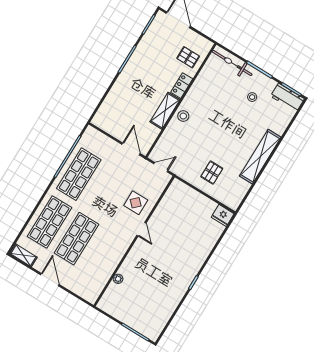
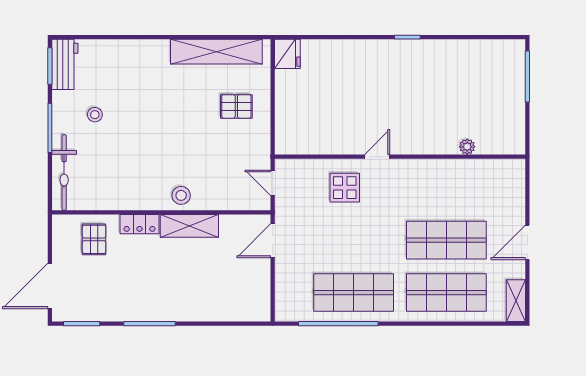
shelving: (260, 157) -> (216, 52), moved

